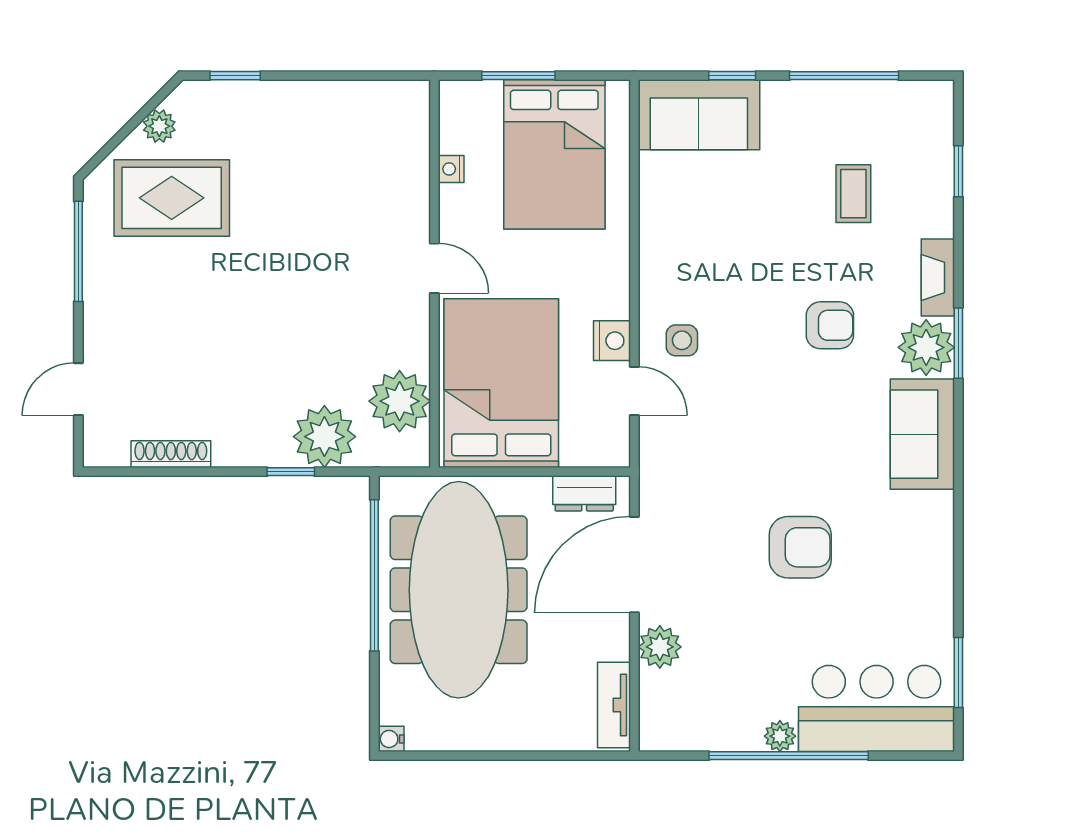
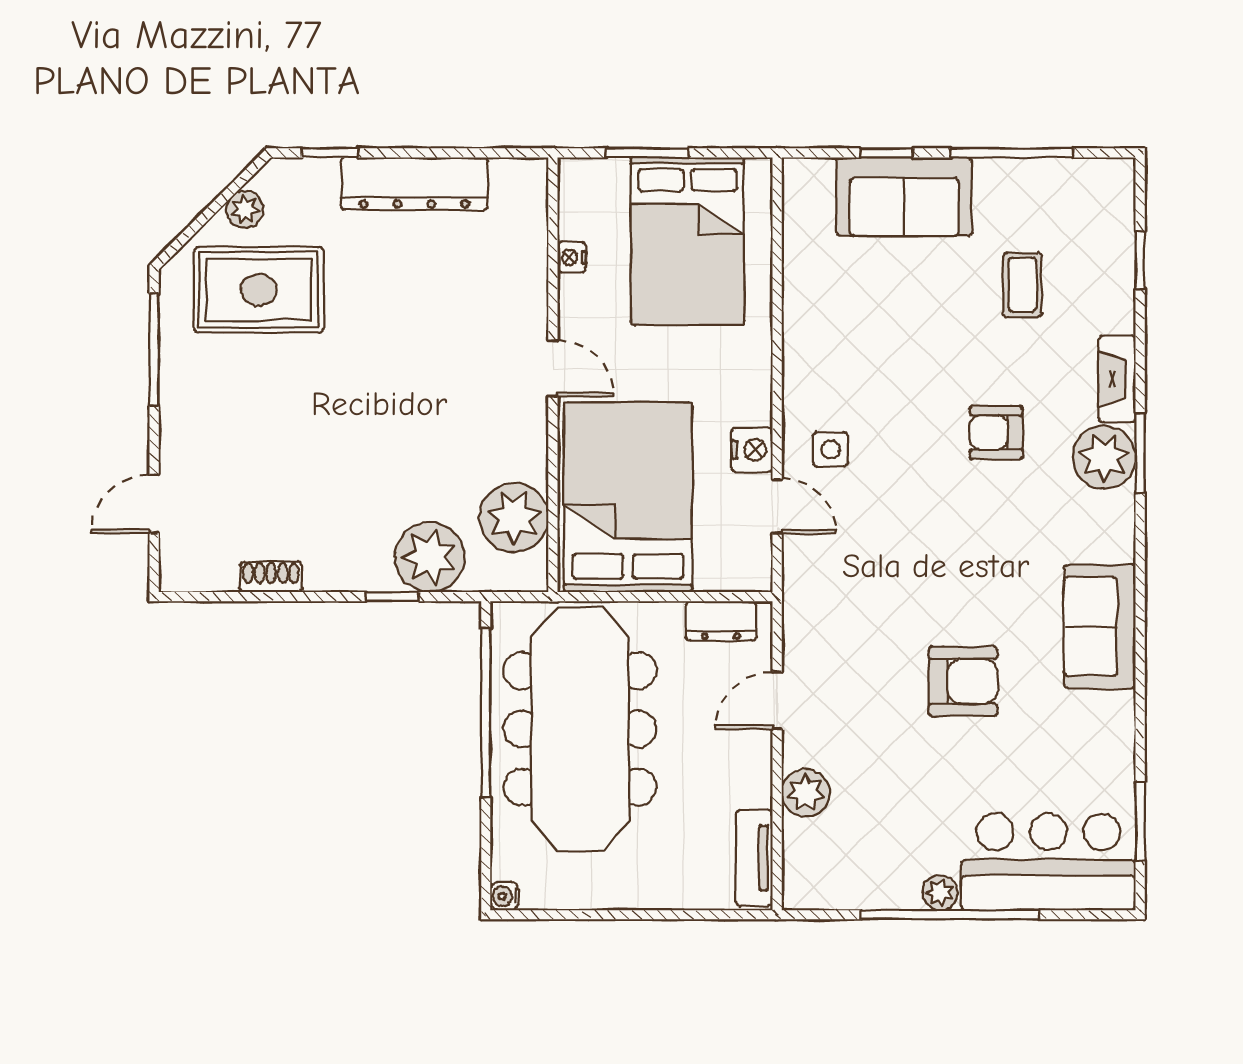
dresser: (311, 103) -> (414, 184), added
sofa: (699, 115) -> (904, 197), moved
armchair: (830, 325) -> (996, 432), turned 180
sofa: (922, 434) -> (1100, 626), moved
shoe rack: (171, 454) -> (271, 577), width x0.70
door: (634, 565) -> (777, 701), width x0.53

